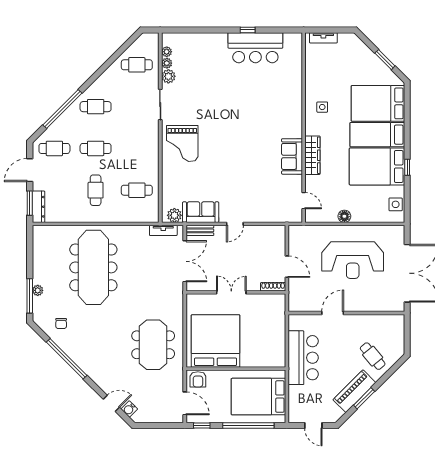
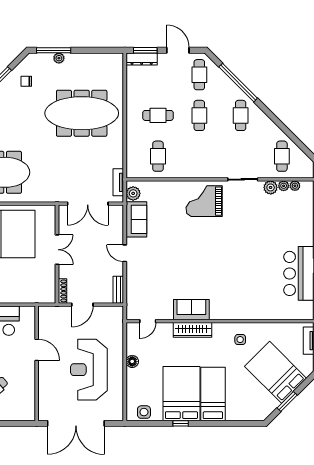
bed: (378, 103) -> (276, 372), moved, turned -45
bench: (200, 230) -> (118, 290), moved

